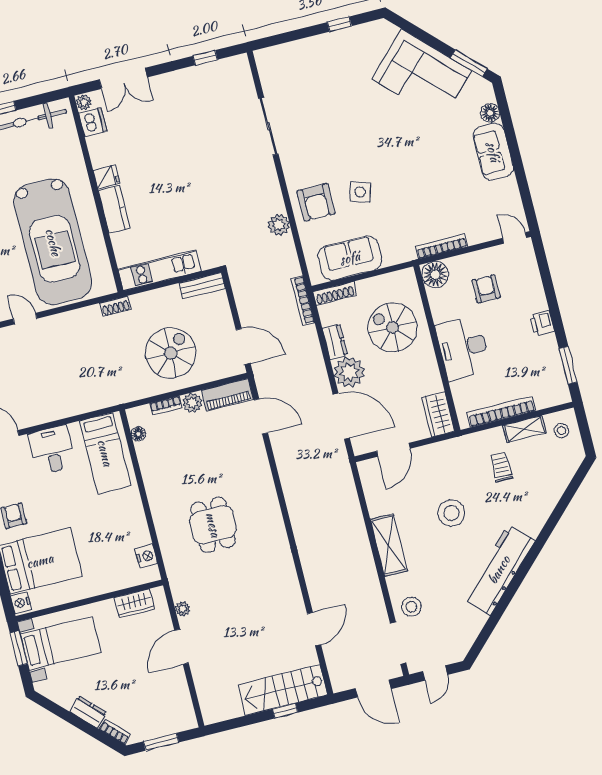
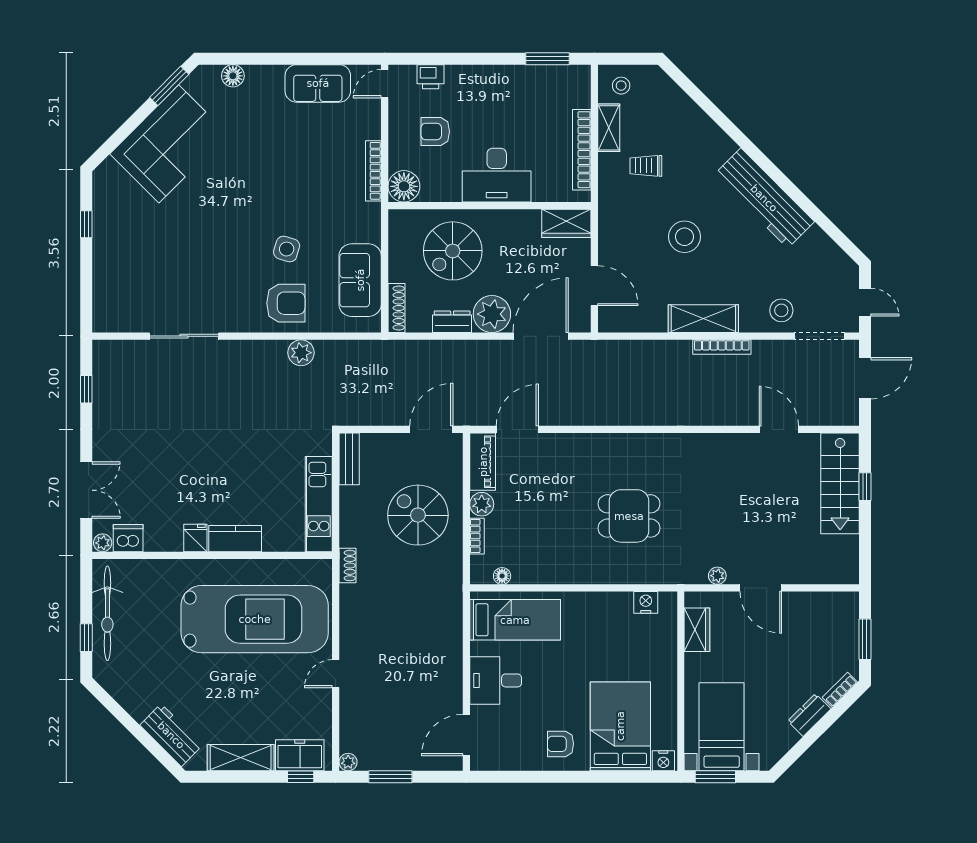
sofa: (493, 152) -> (318, 83), moved
bookcase: (303, 301) -> (722, 347), moved
printer: (542, 323) -> (431, 77), moved

